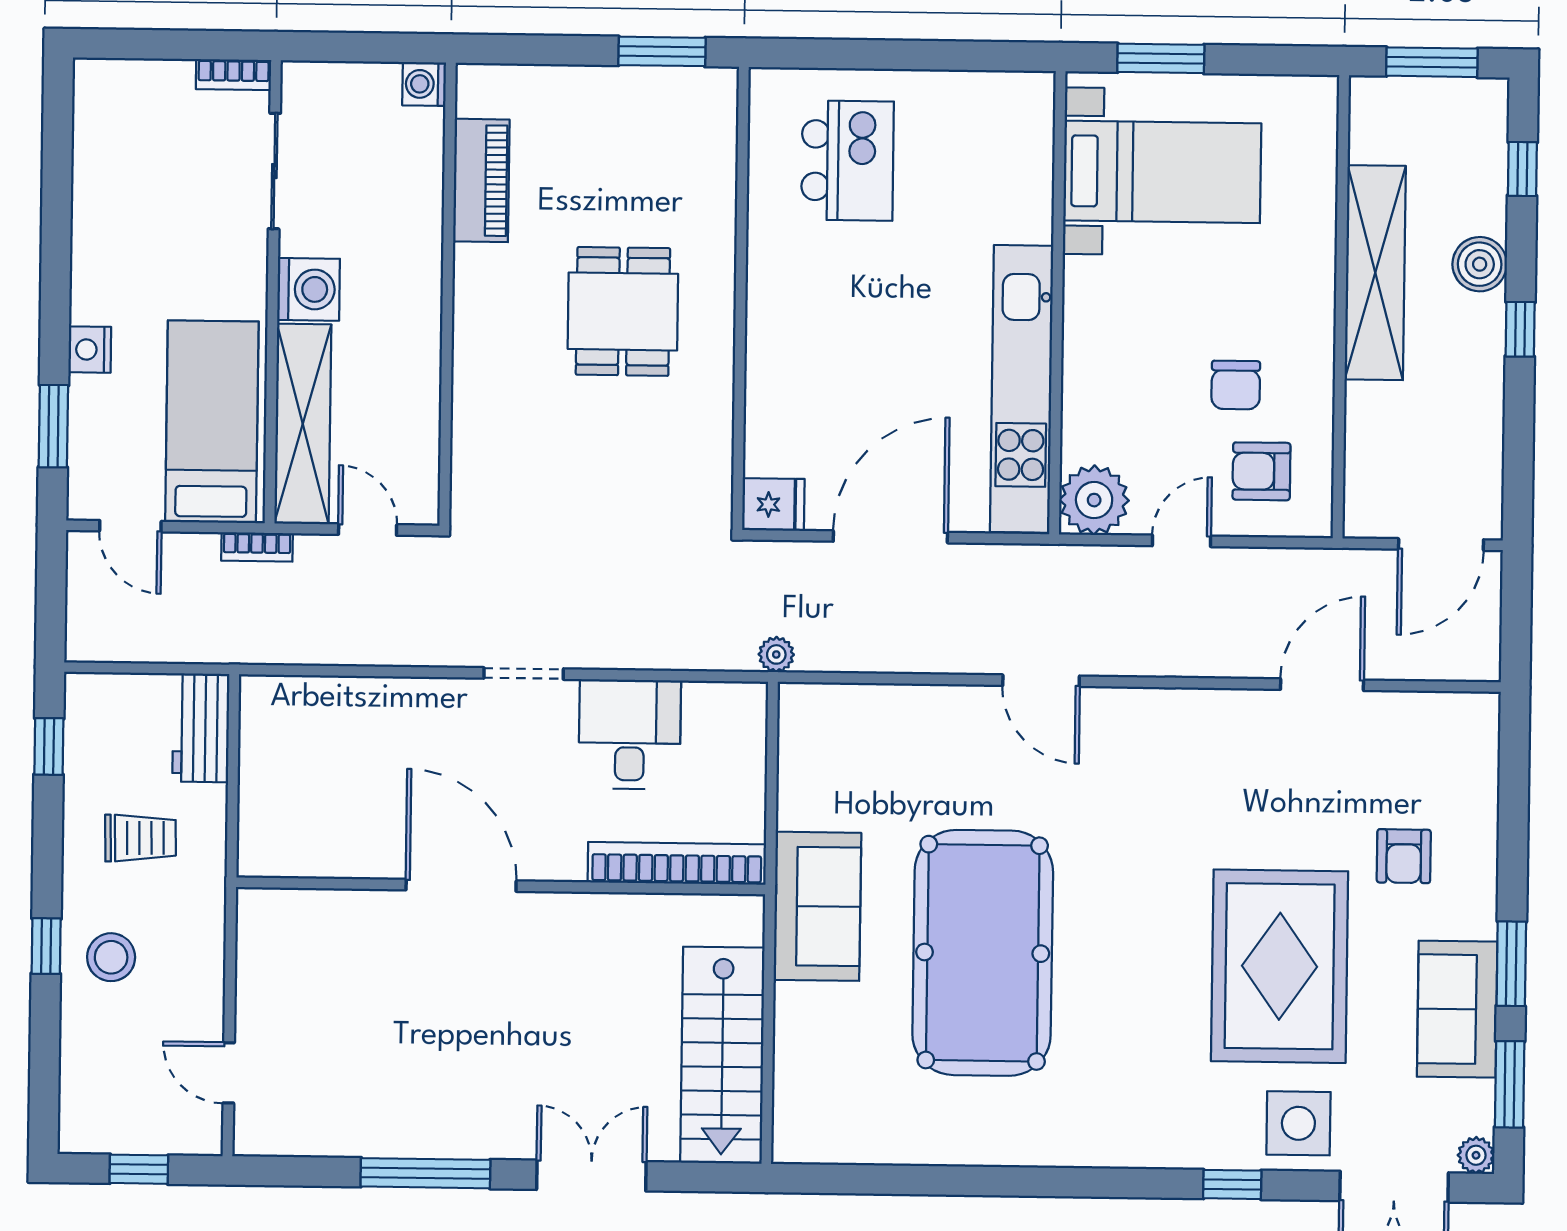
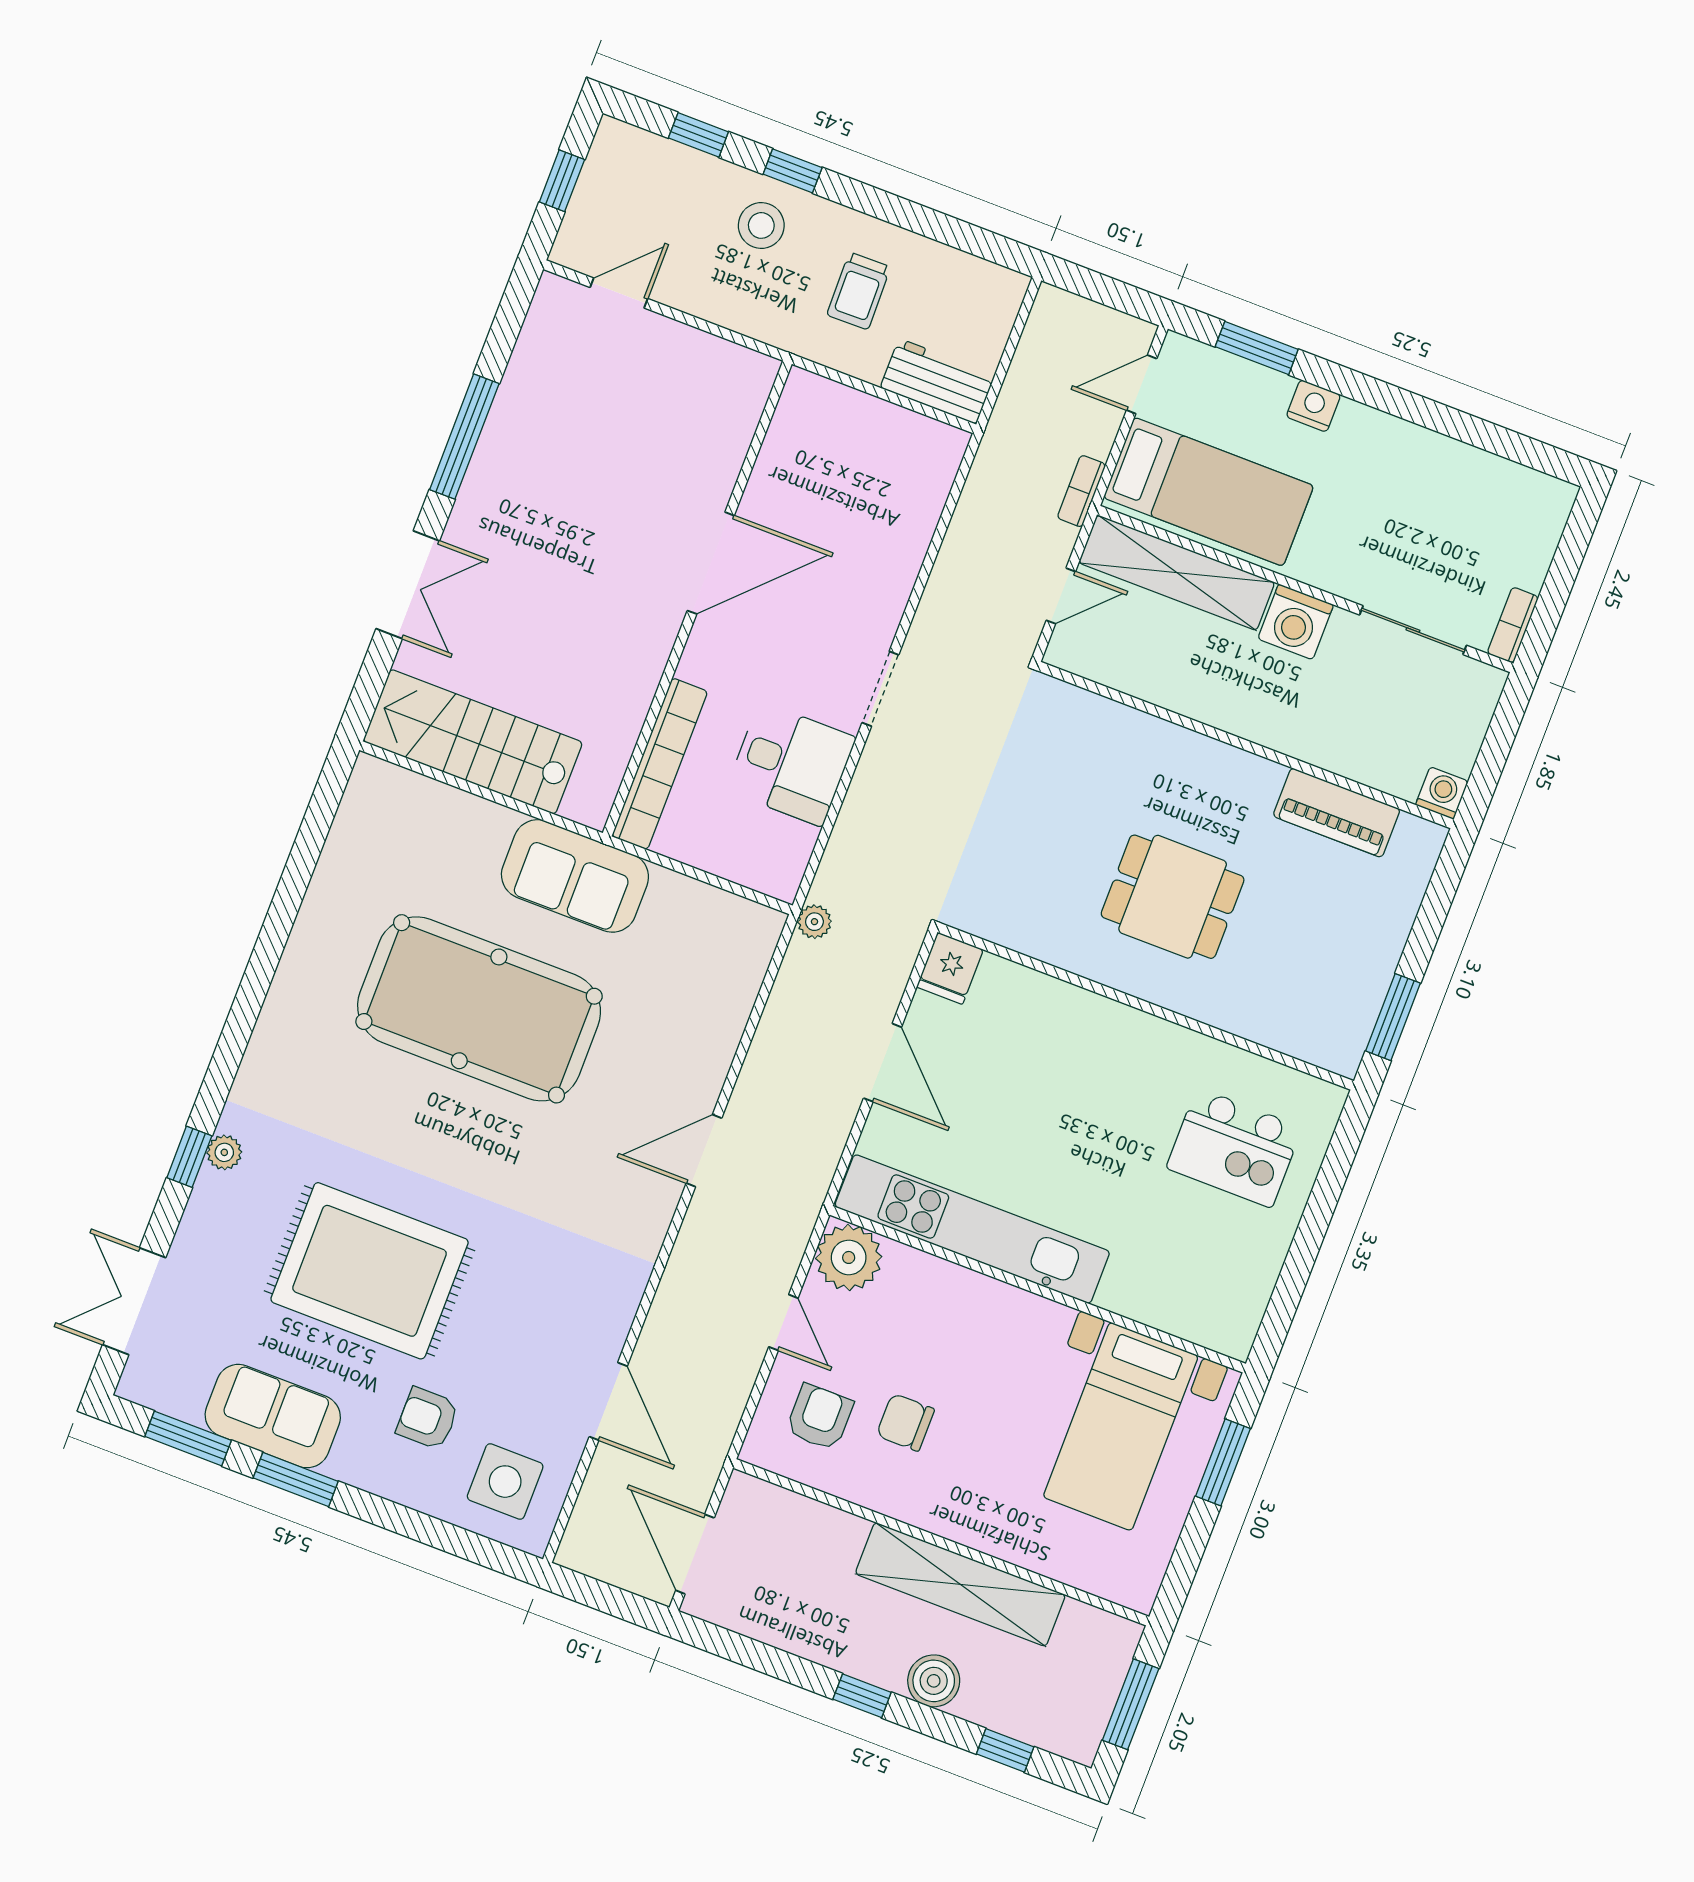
door: (890, 537) -> (883, 1063), width x0.73
window: (49, 746) -> (698, 135), moved
side table: (1298, 1123) -> (505, 1482), moved
plant: (1476, 1155) -> (224, 1152), moved

